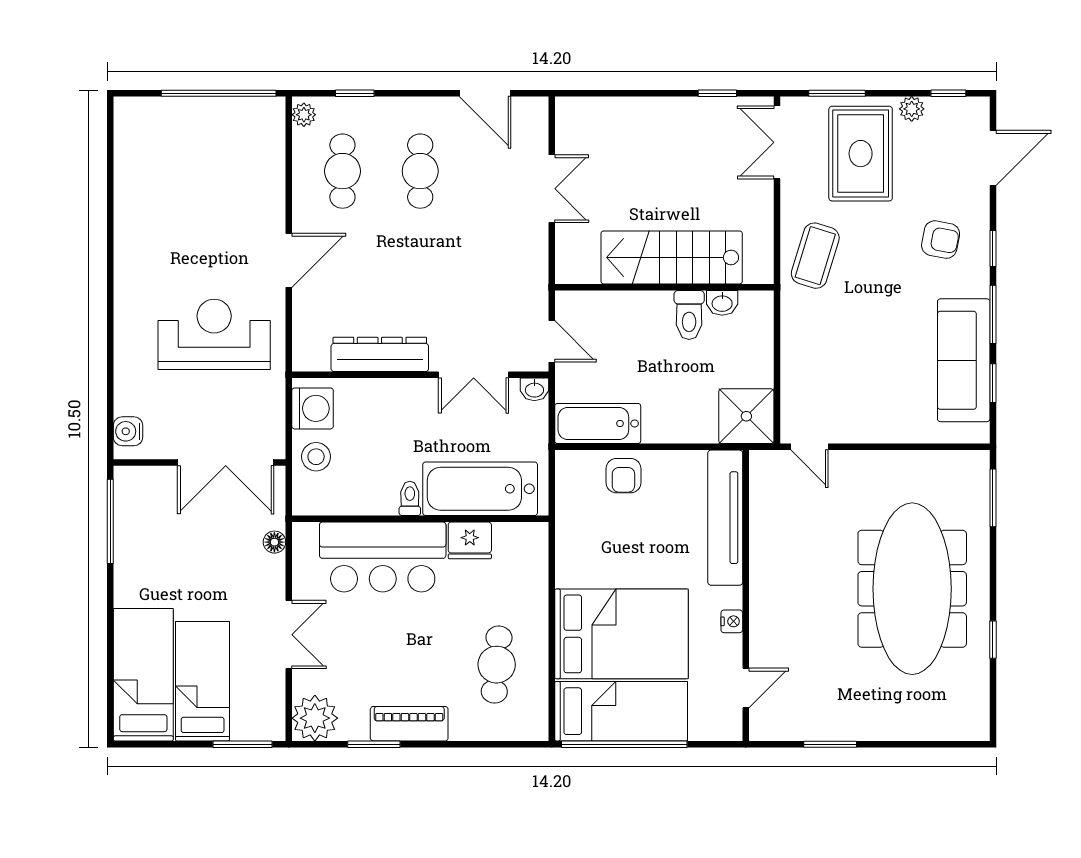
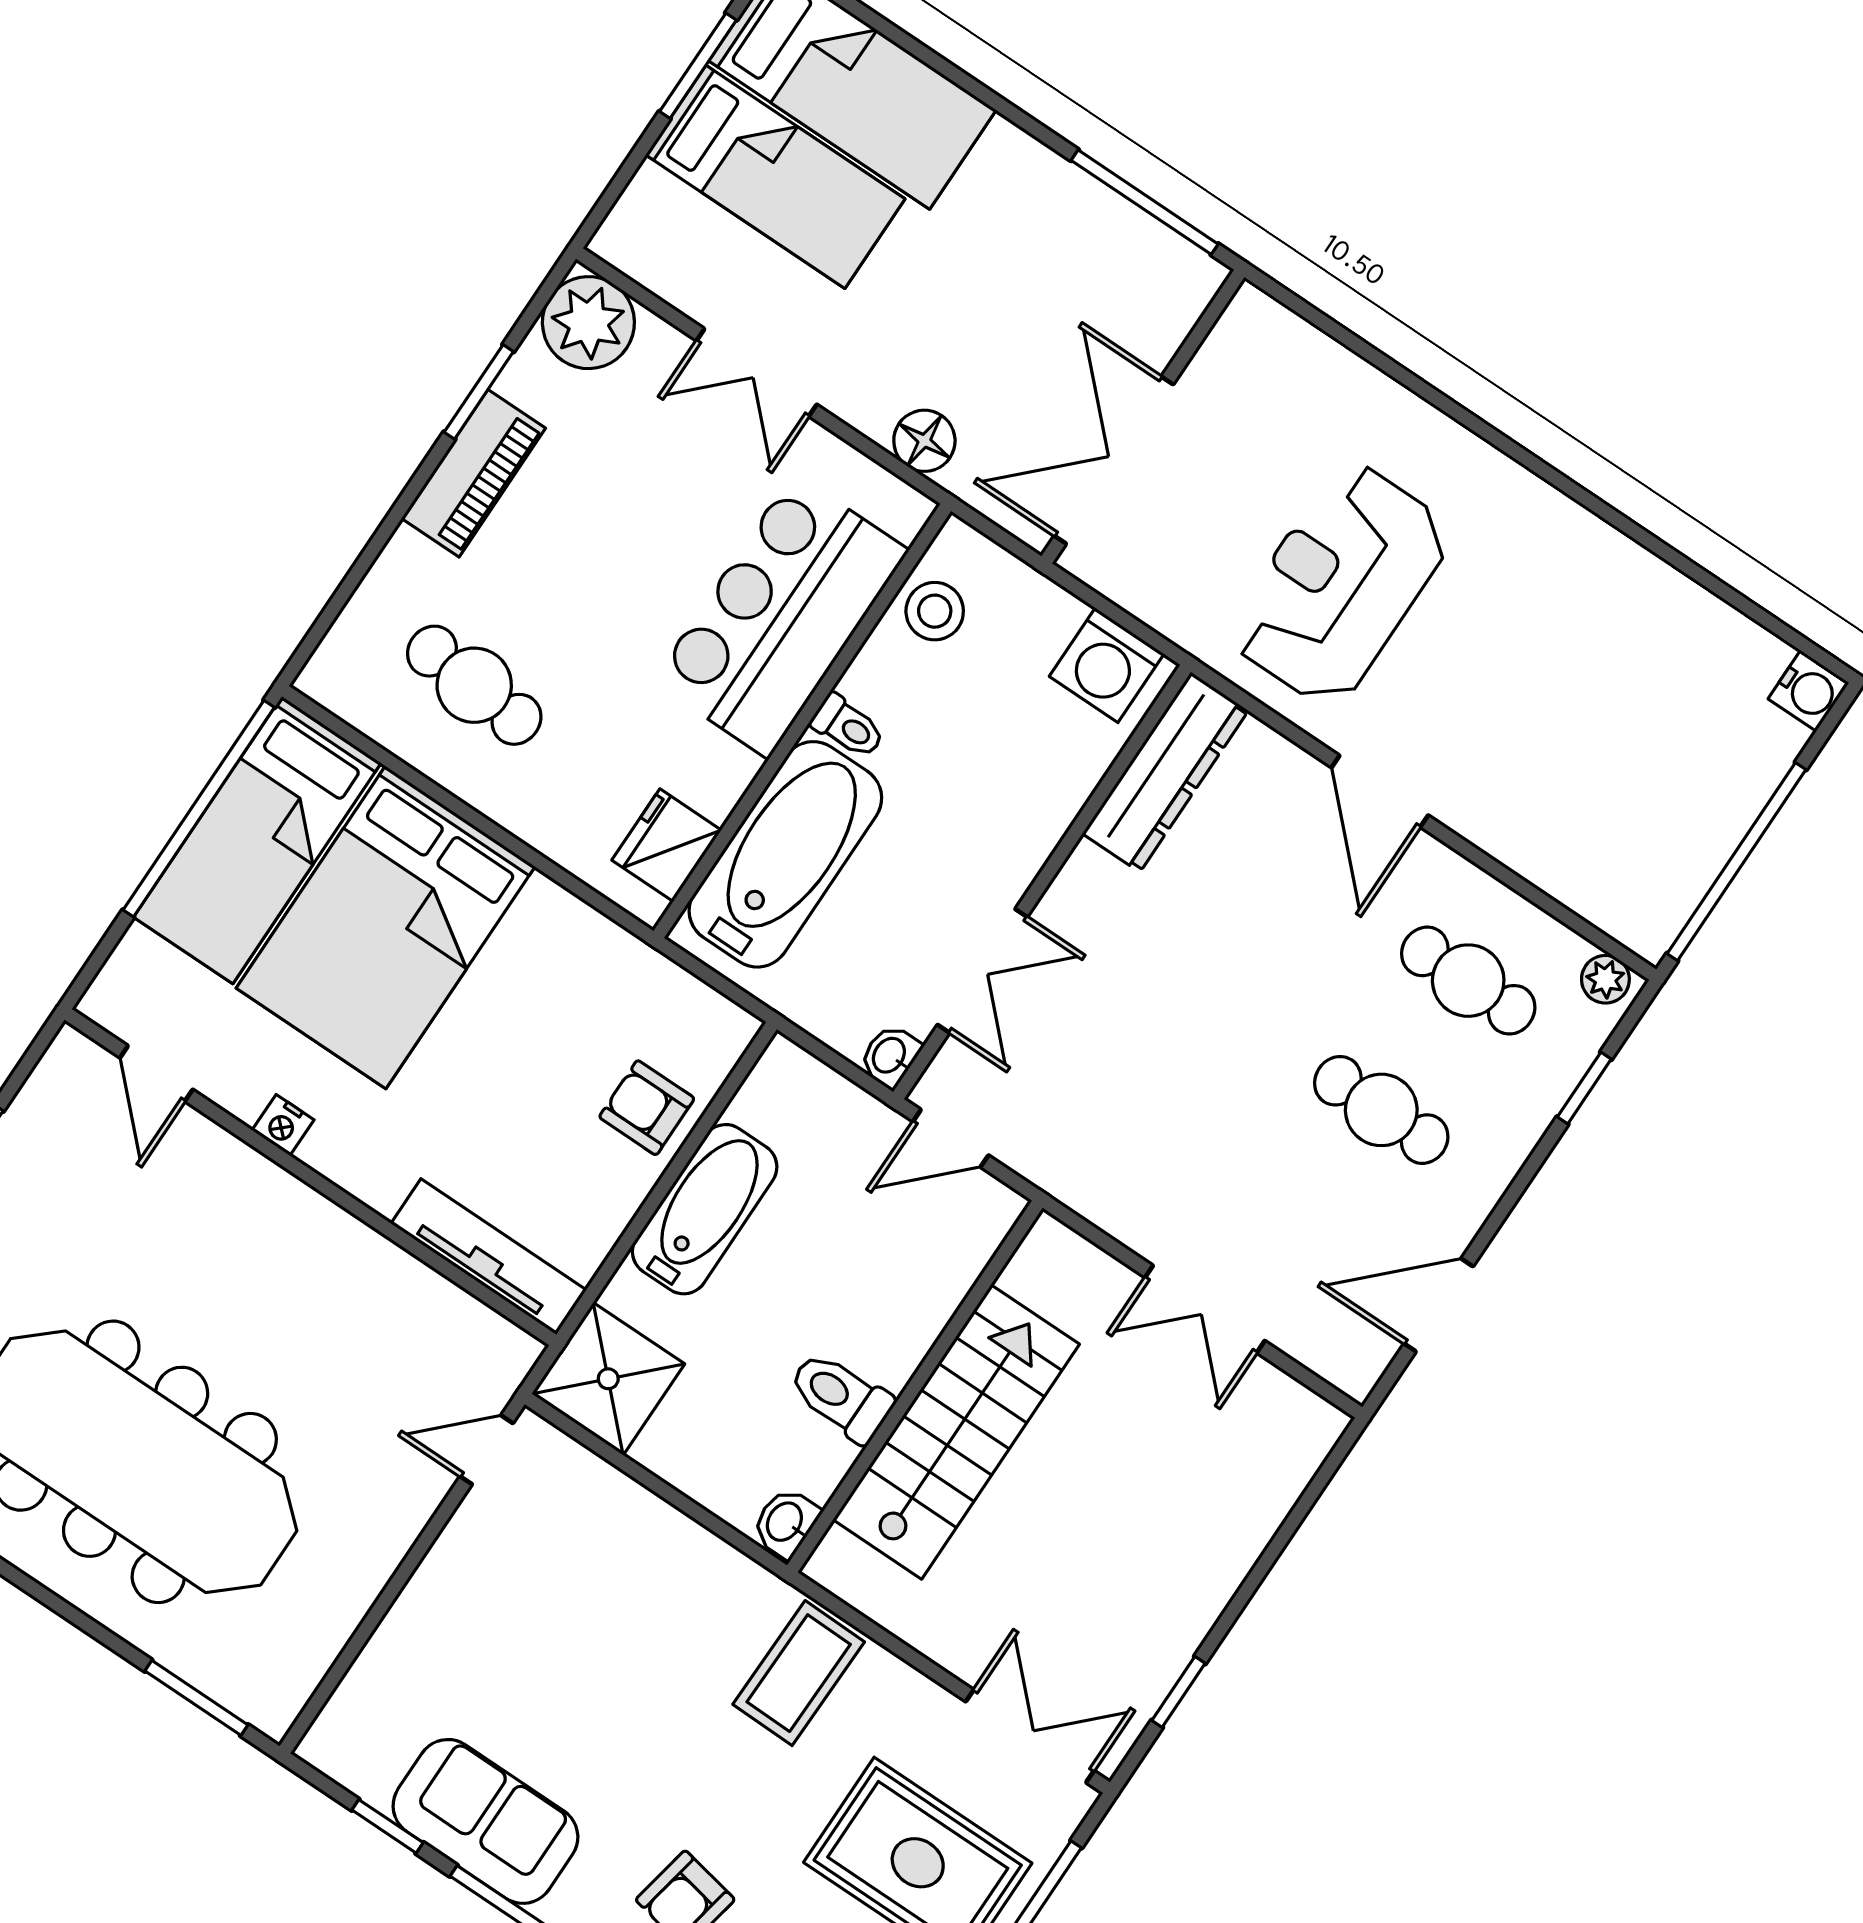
coffee table: (815, 256) -> (799, 1673), turned 74
washbasin: (722, 303) -> (786, 1522), moved
reception desk: (214, 334) -> (1340, 584), turned 180
dresser: (380, 354) -> (1165, 772), moved
sofa: (964, 360) -> (485, 1821), width x0.73
double door: (474, 375) -> (982, 971), swing flipped
bathtub: (598, 423) -> (705, 1209), moved
water cooler: (128, 431) -> (1808, 691), moved, turned 90
stool: (316, 457) -> (935, 611), moved
tv unit: (725, 518) -> (489, 1257), width x0.73, depth x0.78
fridge: (470, 540) -> (667, 845), moved
floor lamp: (274, 542) -> (924, 441), width x1.37, depth x1.37
window: (242, 744) -> (698, 66), moved

